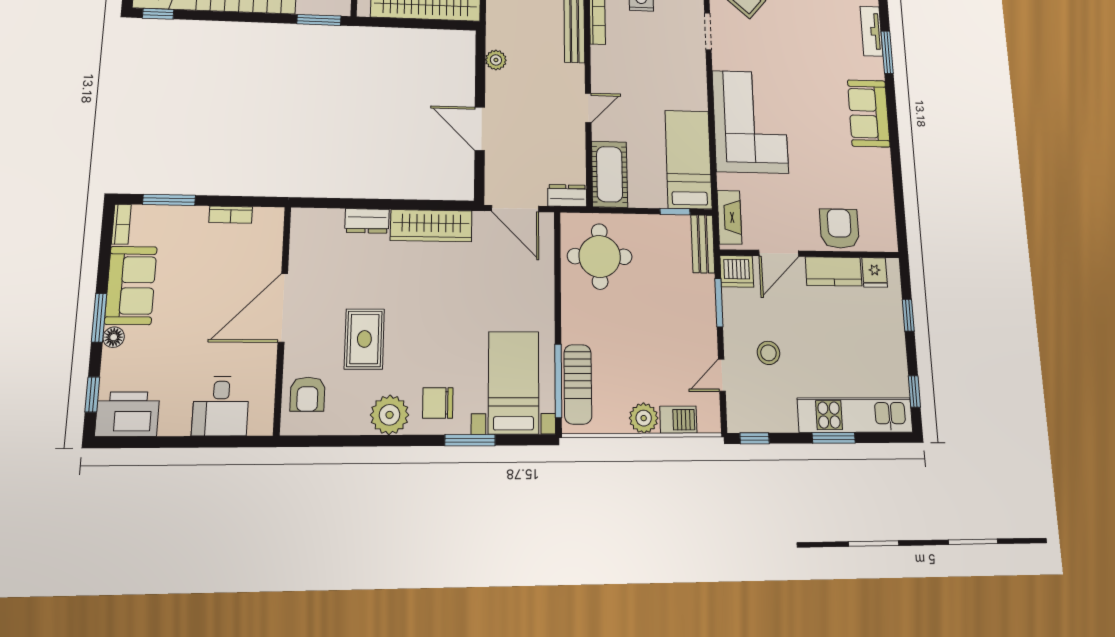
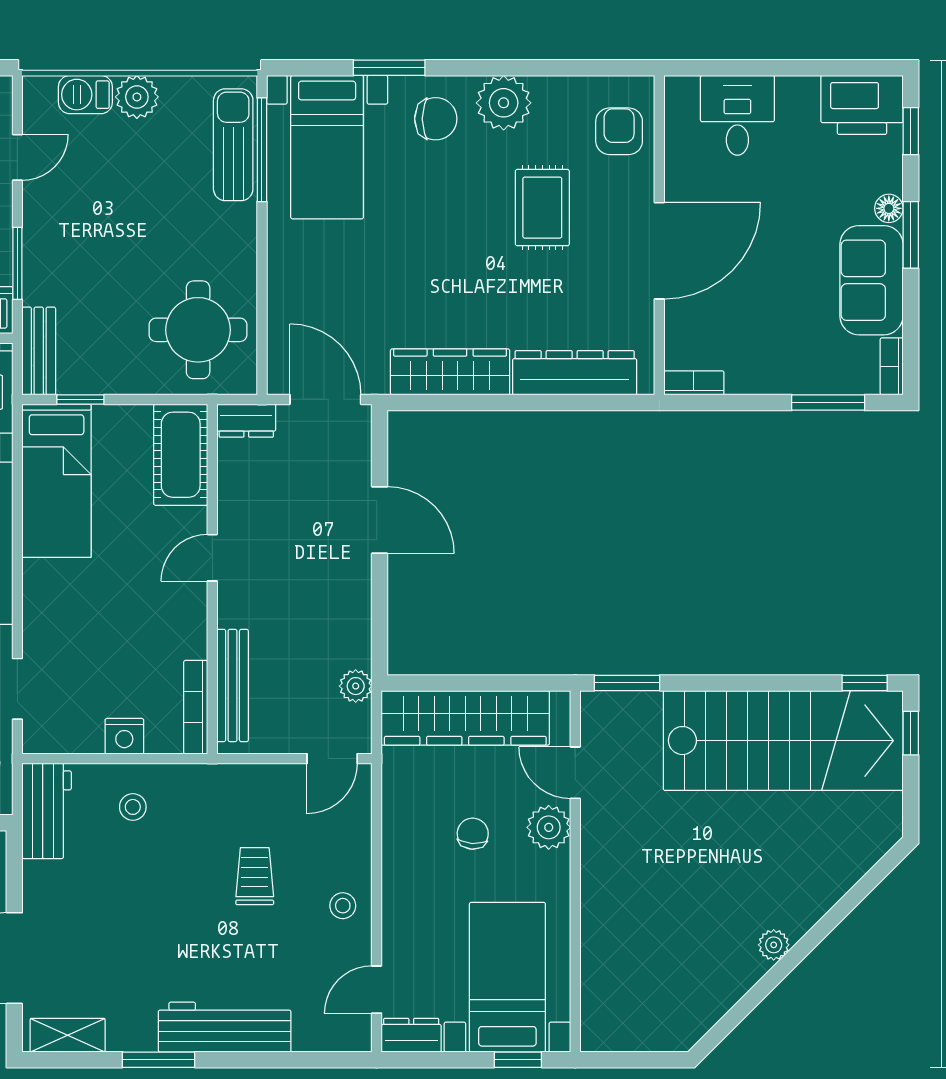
plant: (496, 60) -> (356, 686), moved
bookcase: (231, 215) -> (694, 383), moved
dresser: (367, 221) -> (575, 373), width x1.96, depth x1.24

